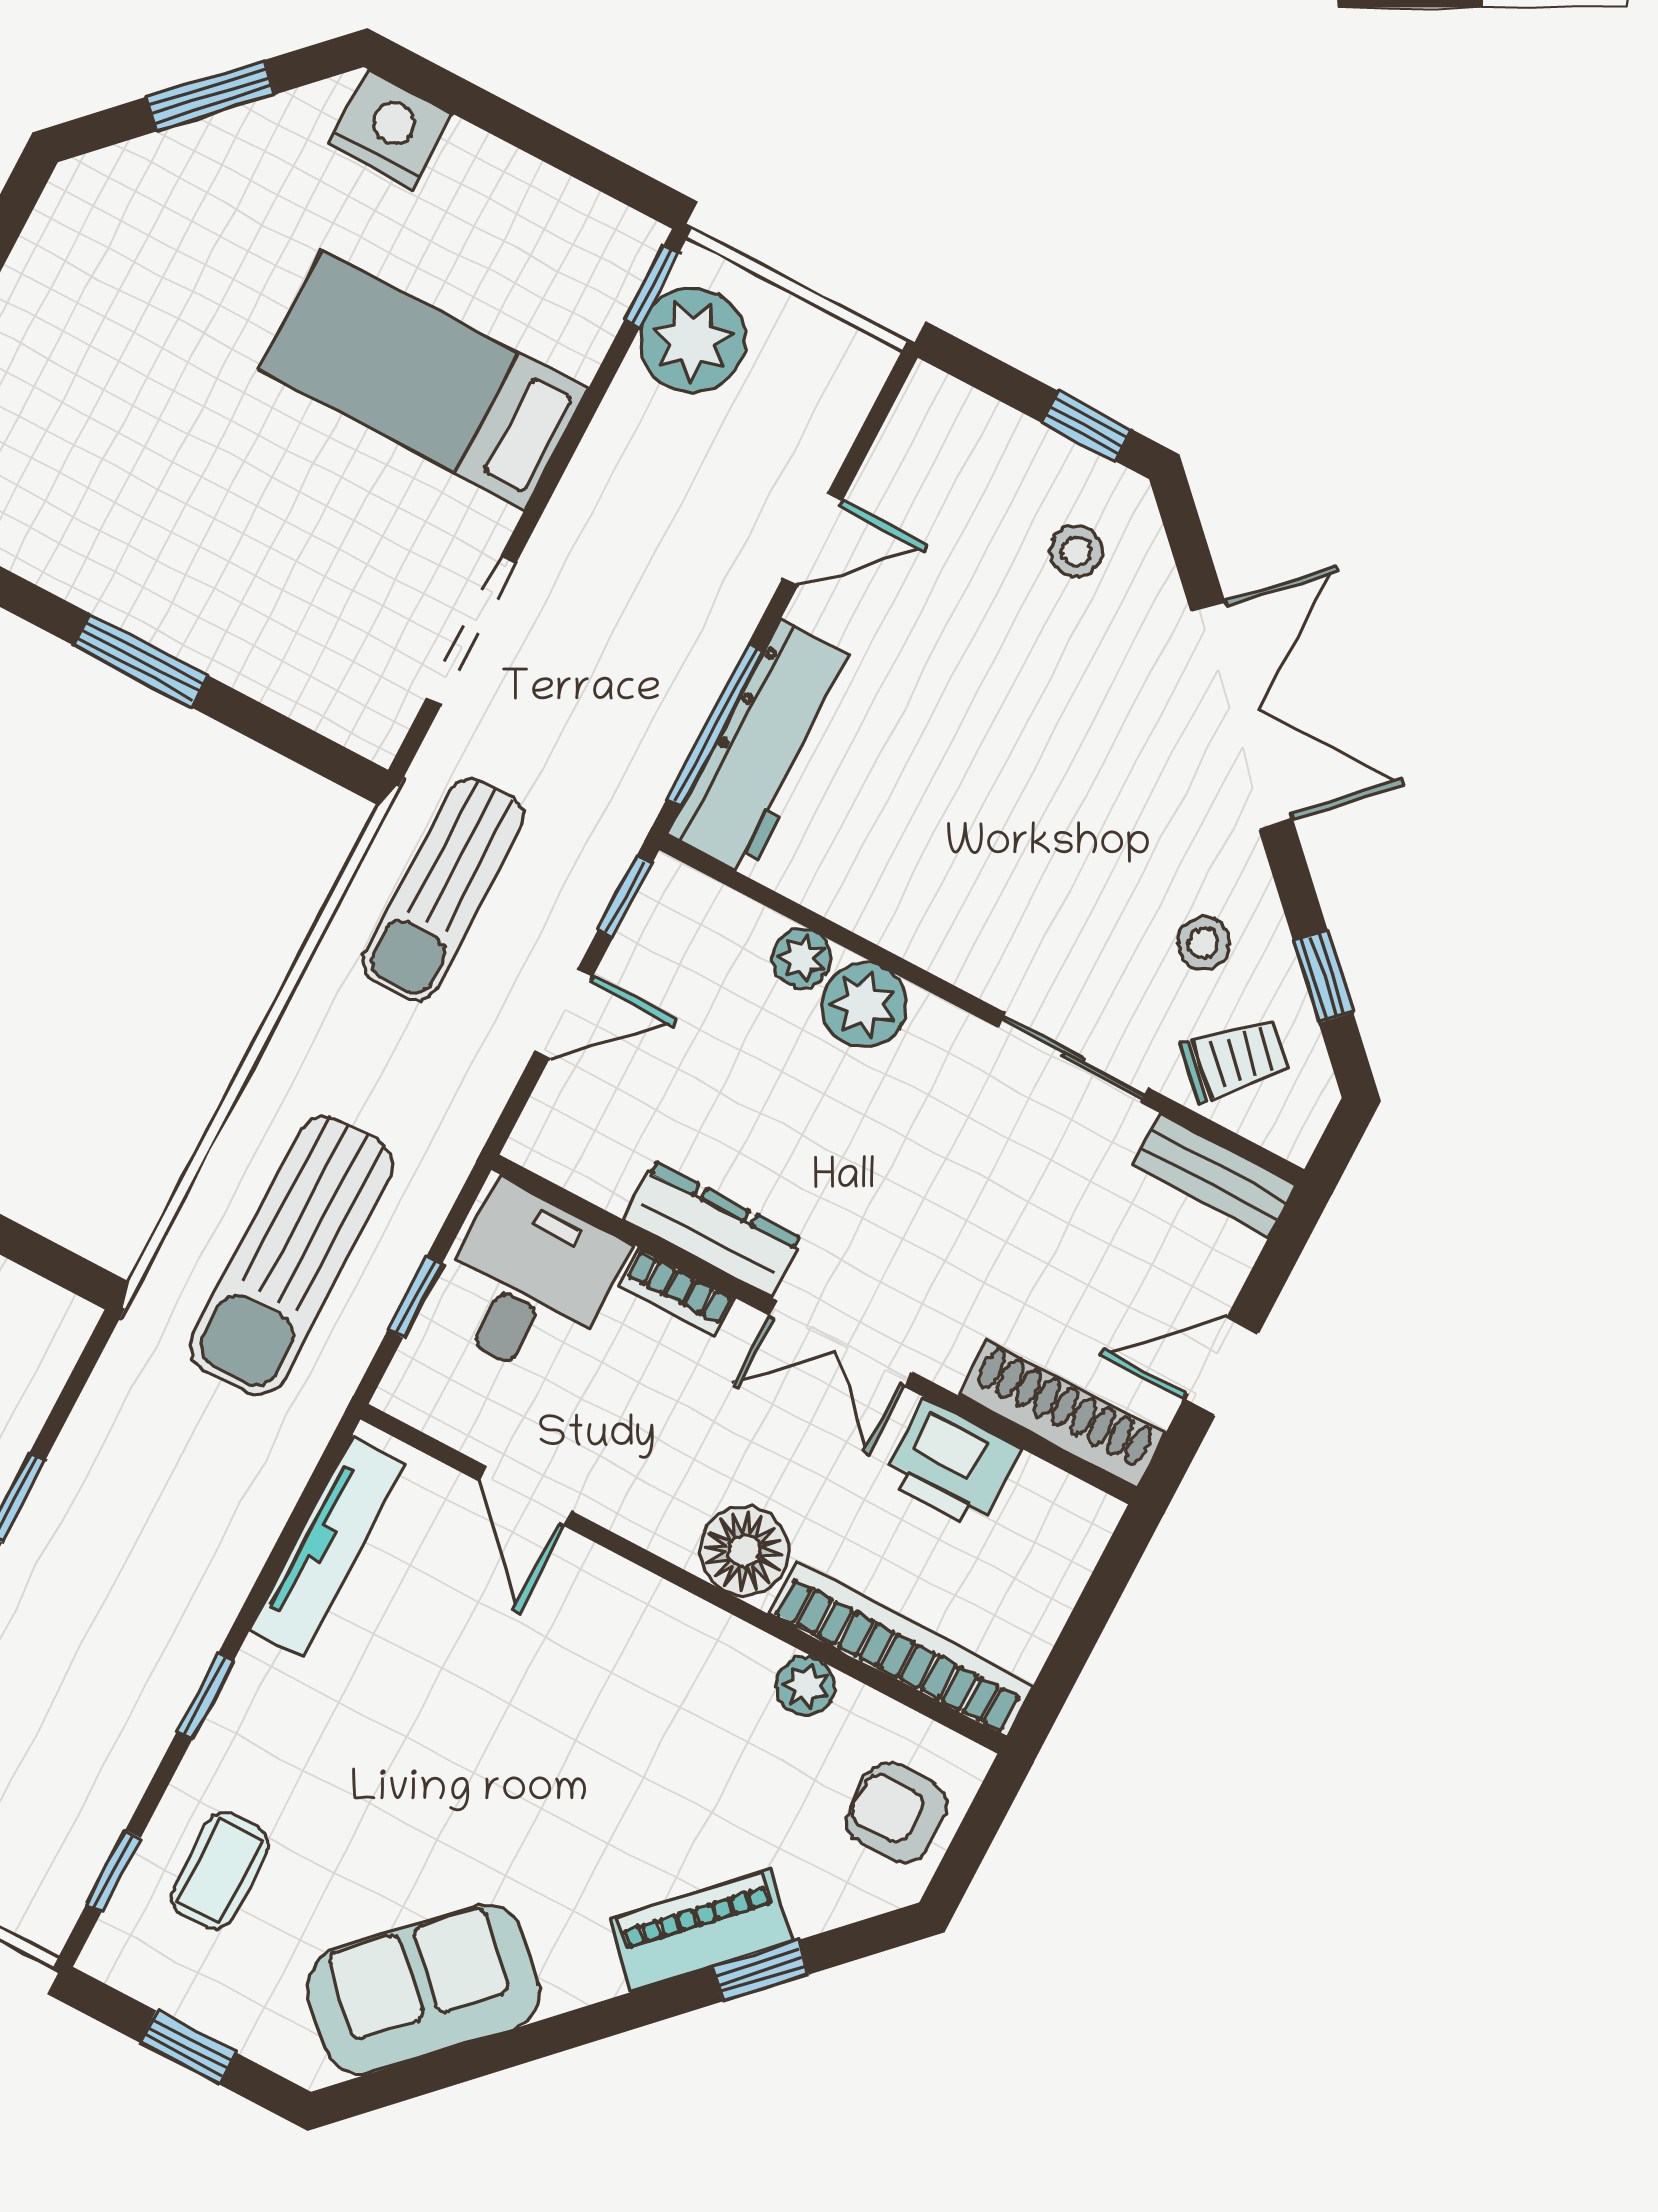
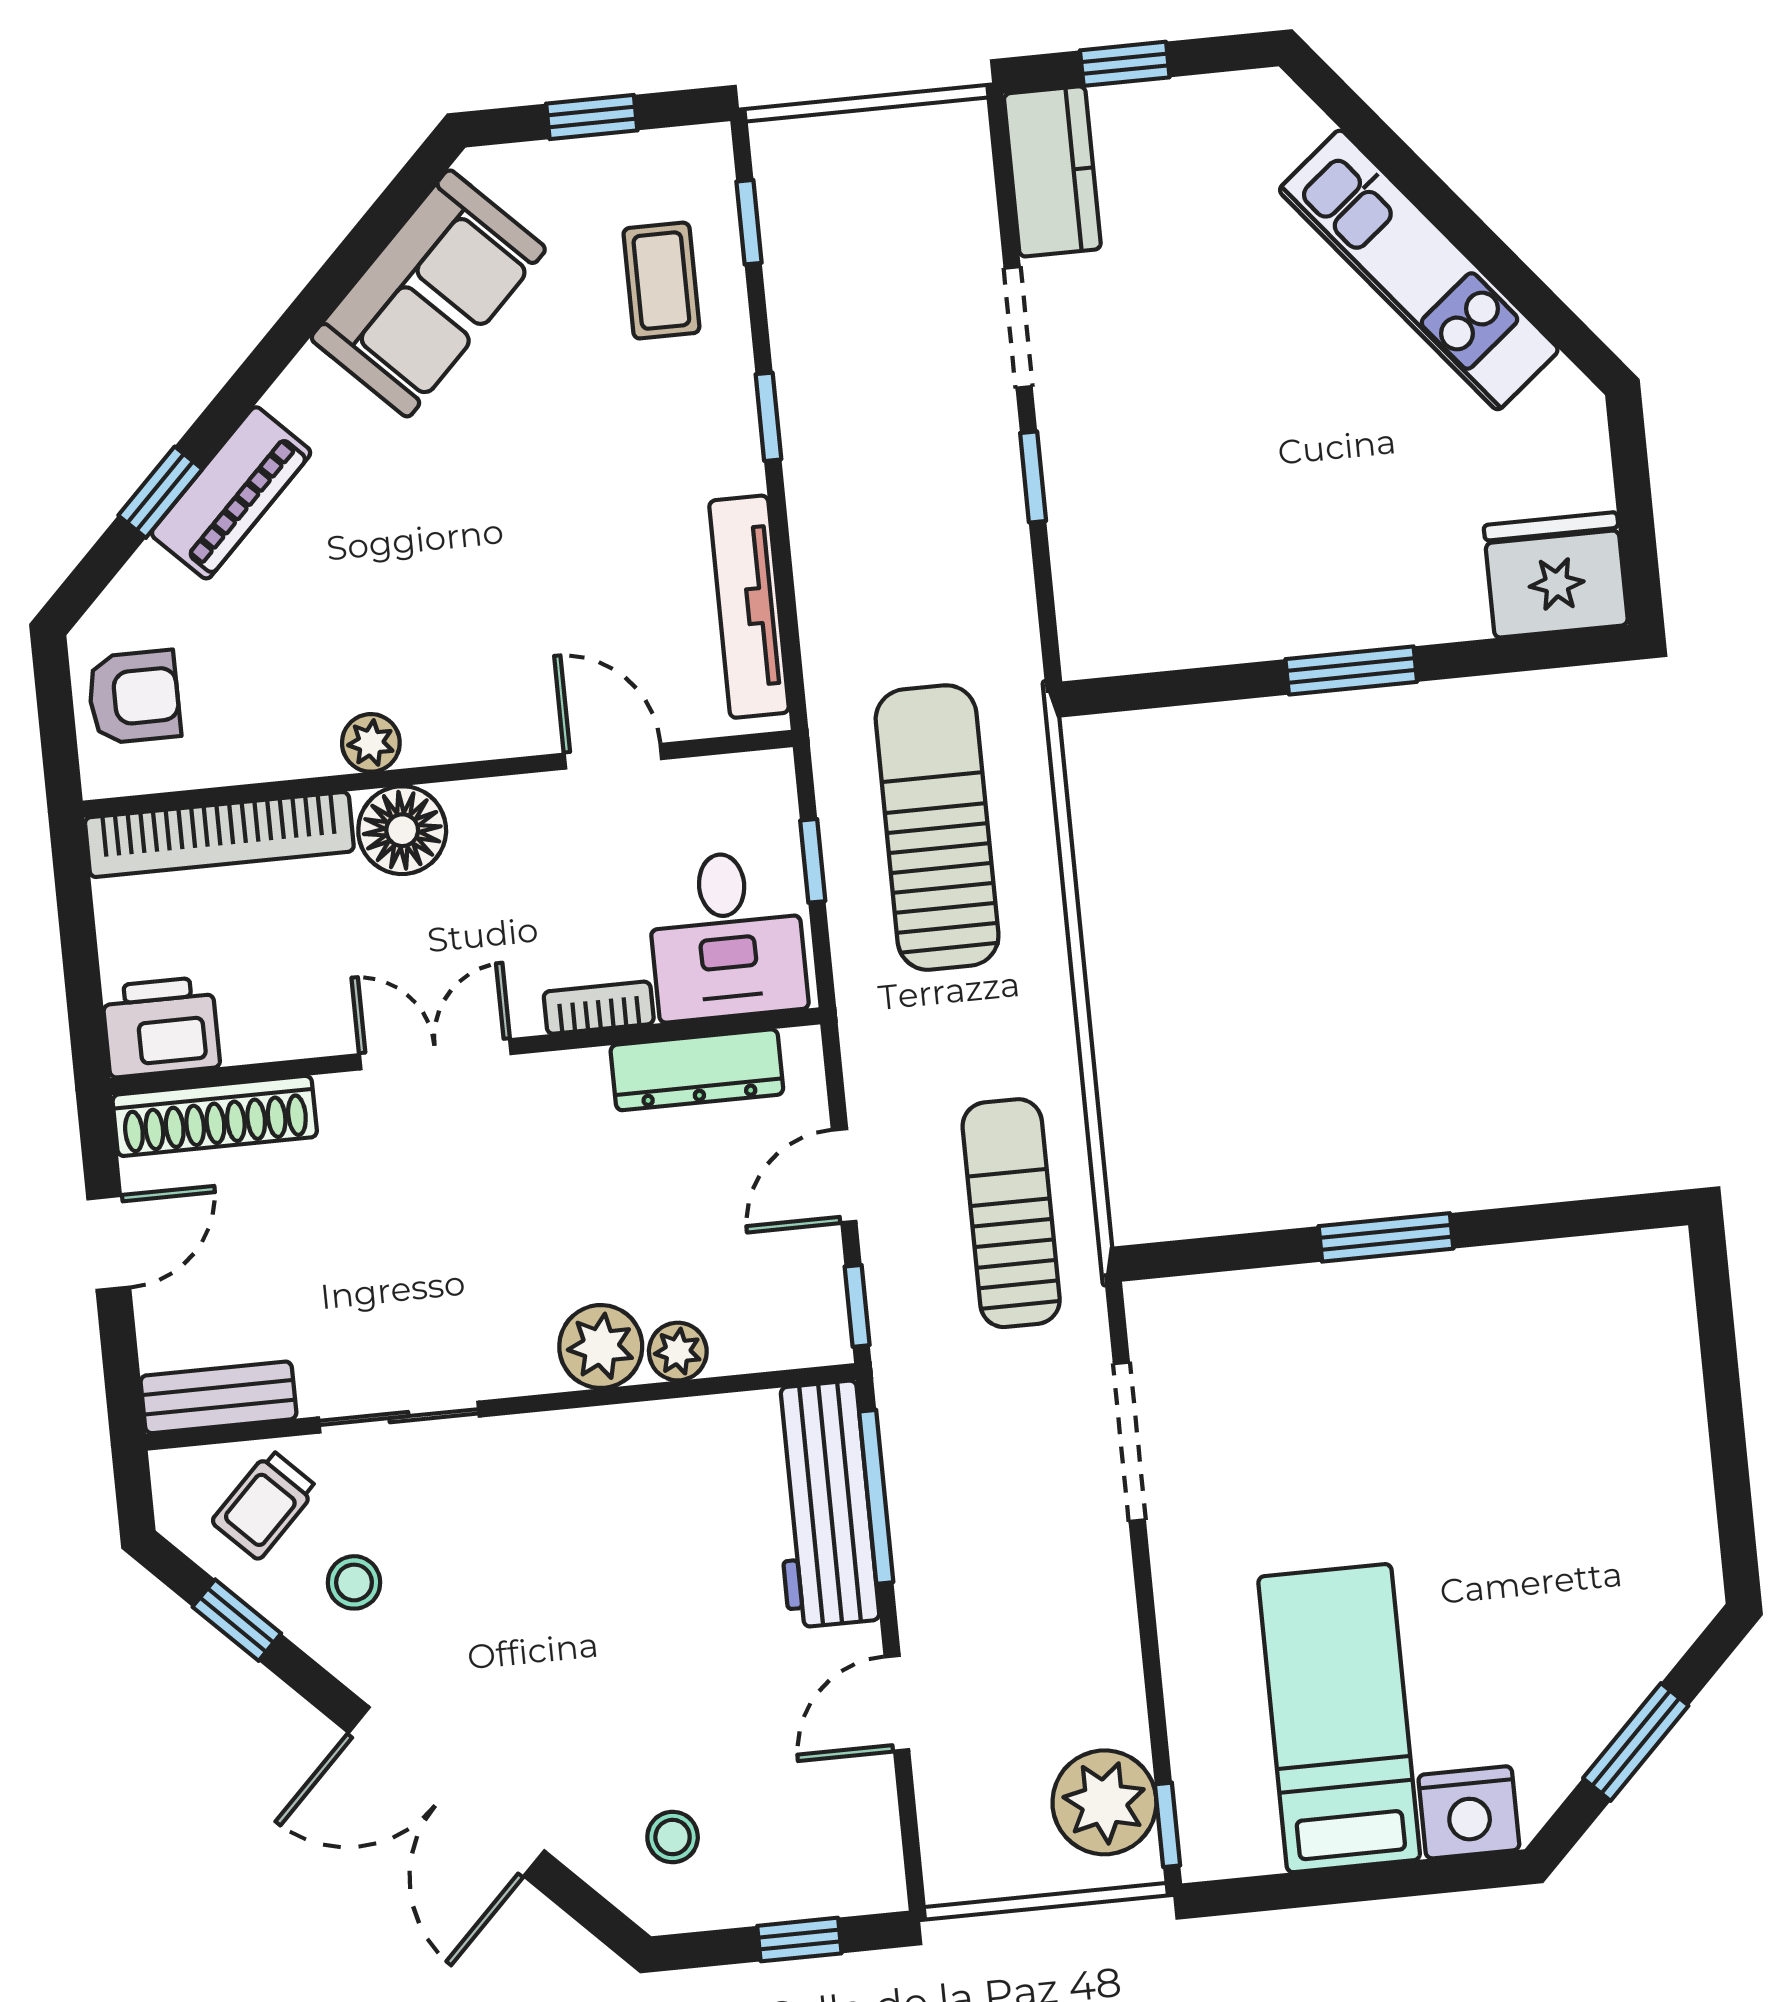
bed: (423, 379) -> (1339, 1718), moved, turned -90
window: (1087, 426) -> (799, 1940), moved
dresser: (712, 1229) -> (697, 1070), moved
printer: (952, 1464) -> (161, 1027), moved
plant: (806, 1686) -> (371, 743), moved

